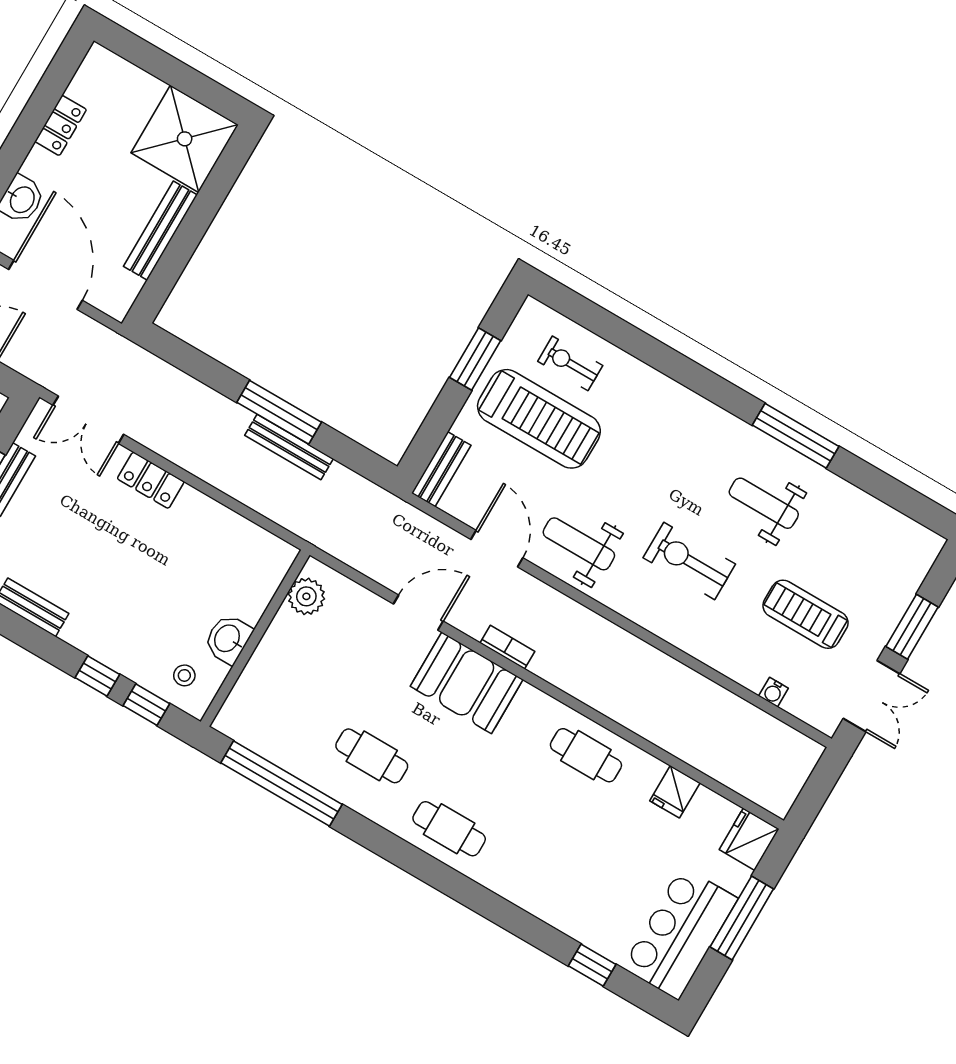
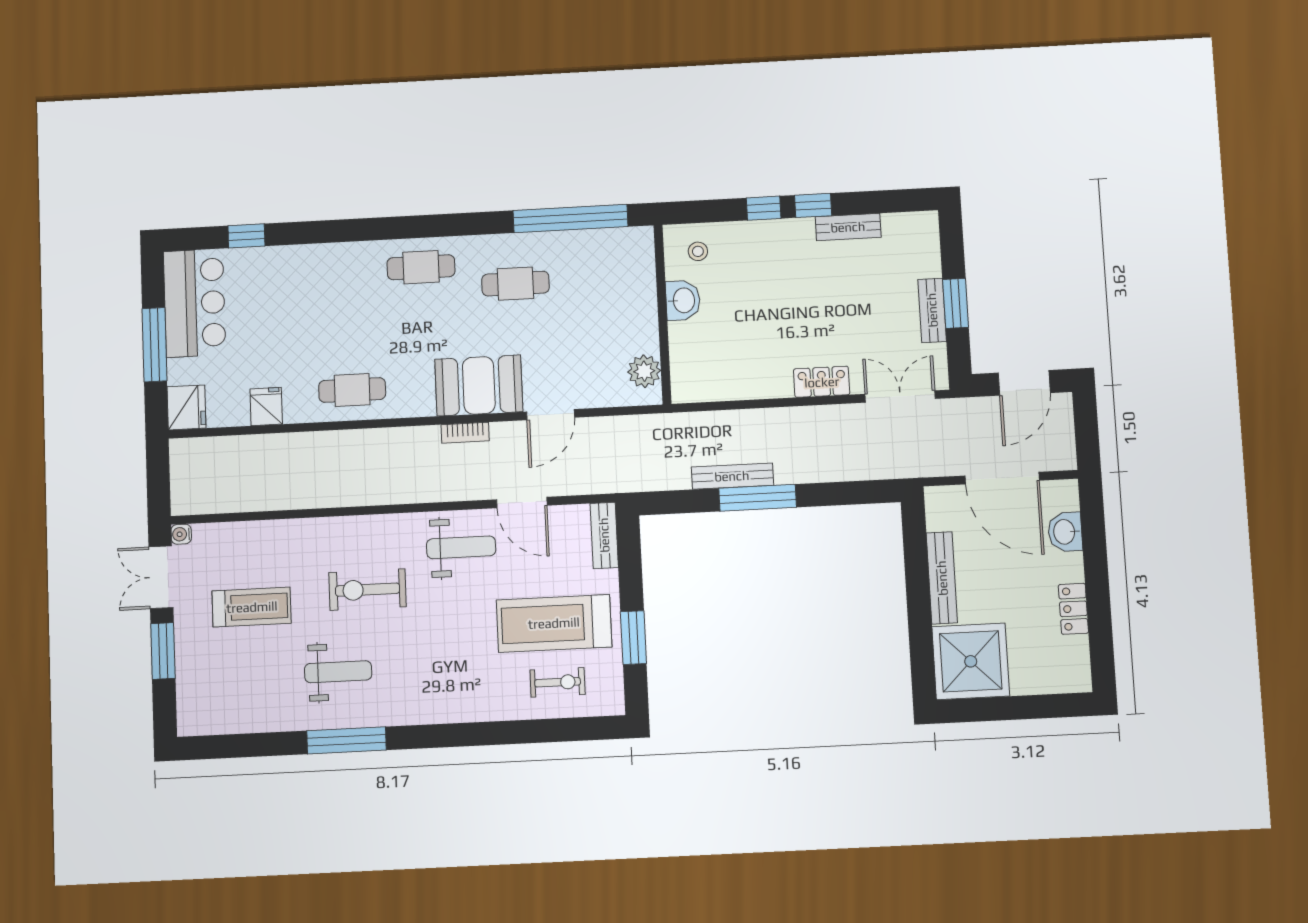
exercise bike: (689, 561) -> (368, 590), turned 180
water cooler: (773, 692) -> (181, 534), moved, turned -90
window: (146, 705) -> (813, 205), moved

